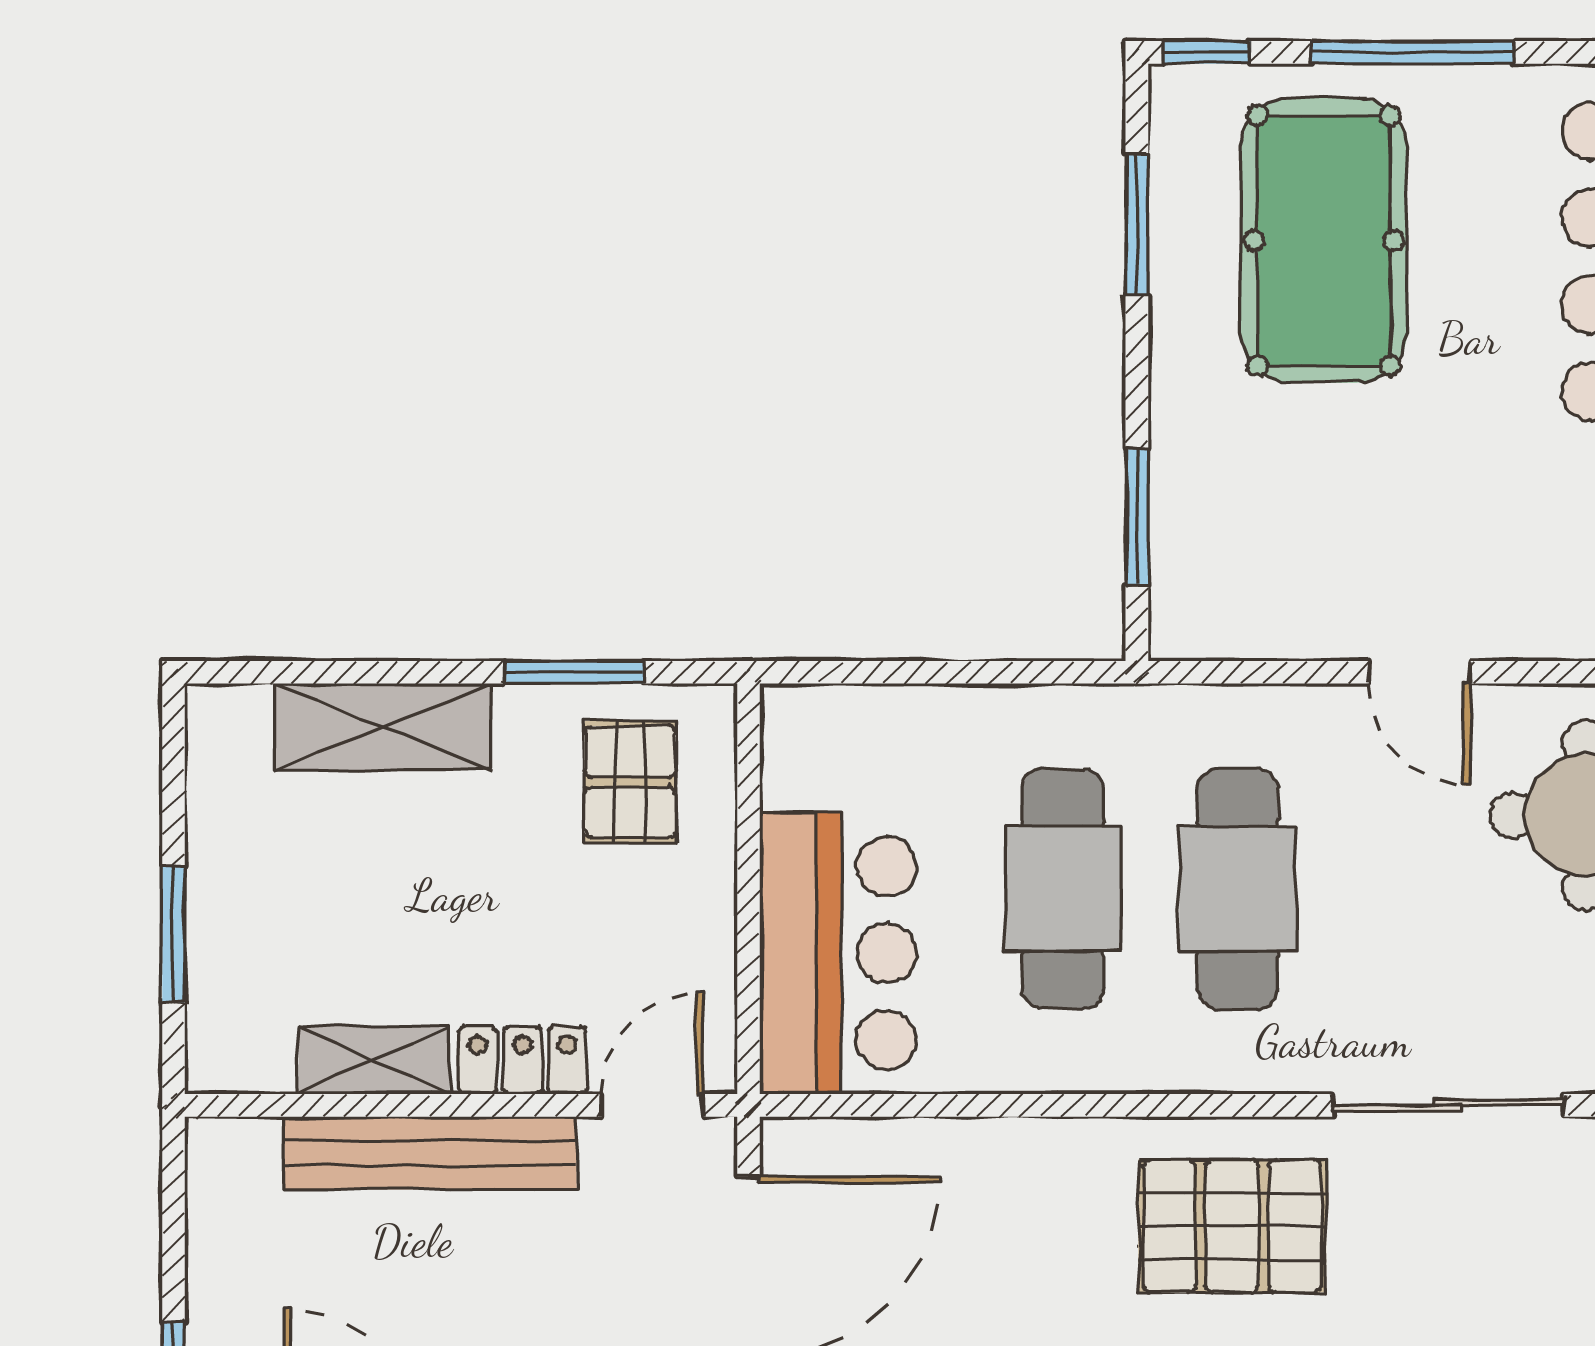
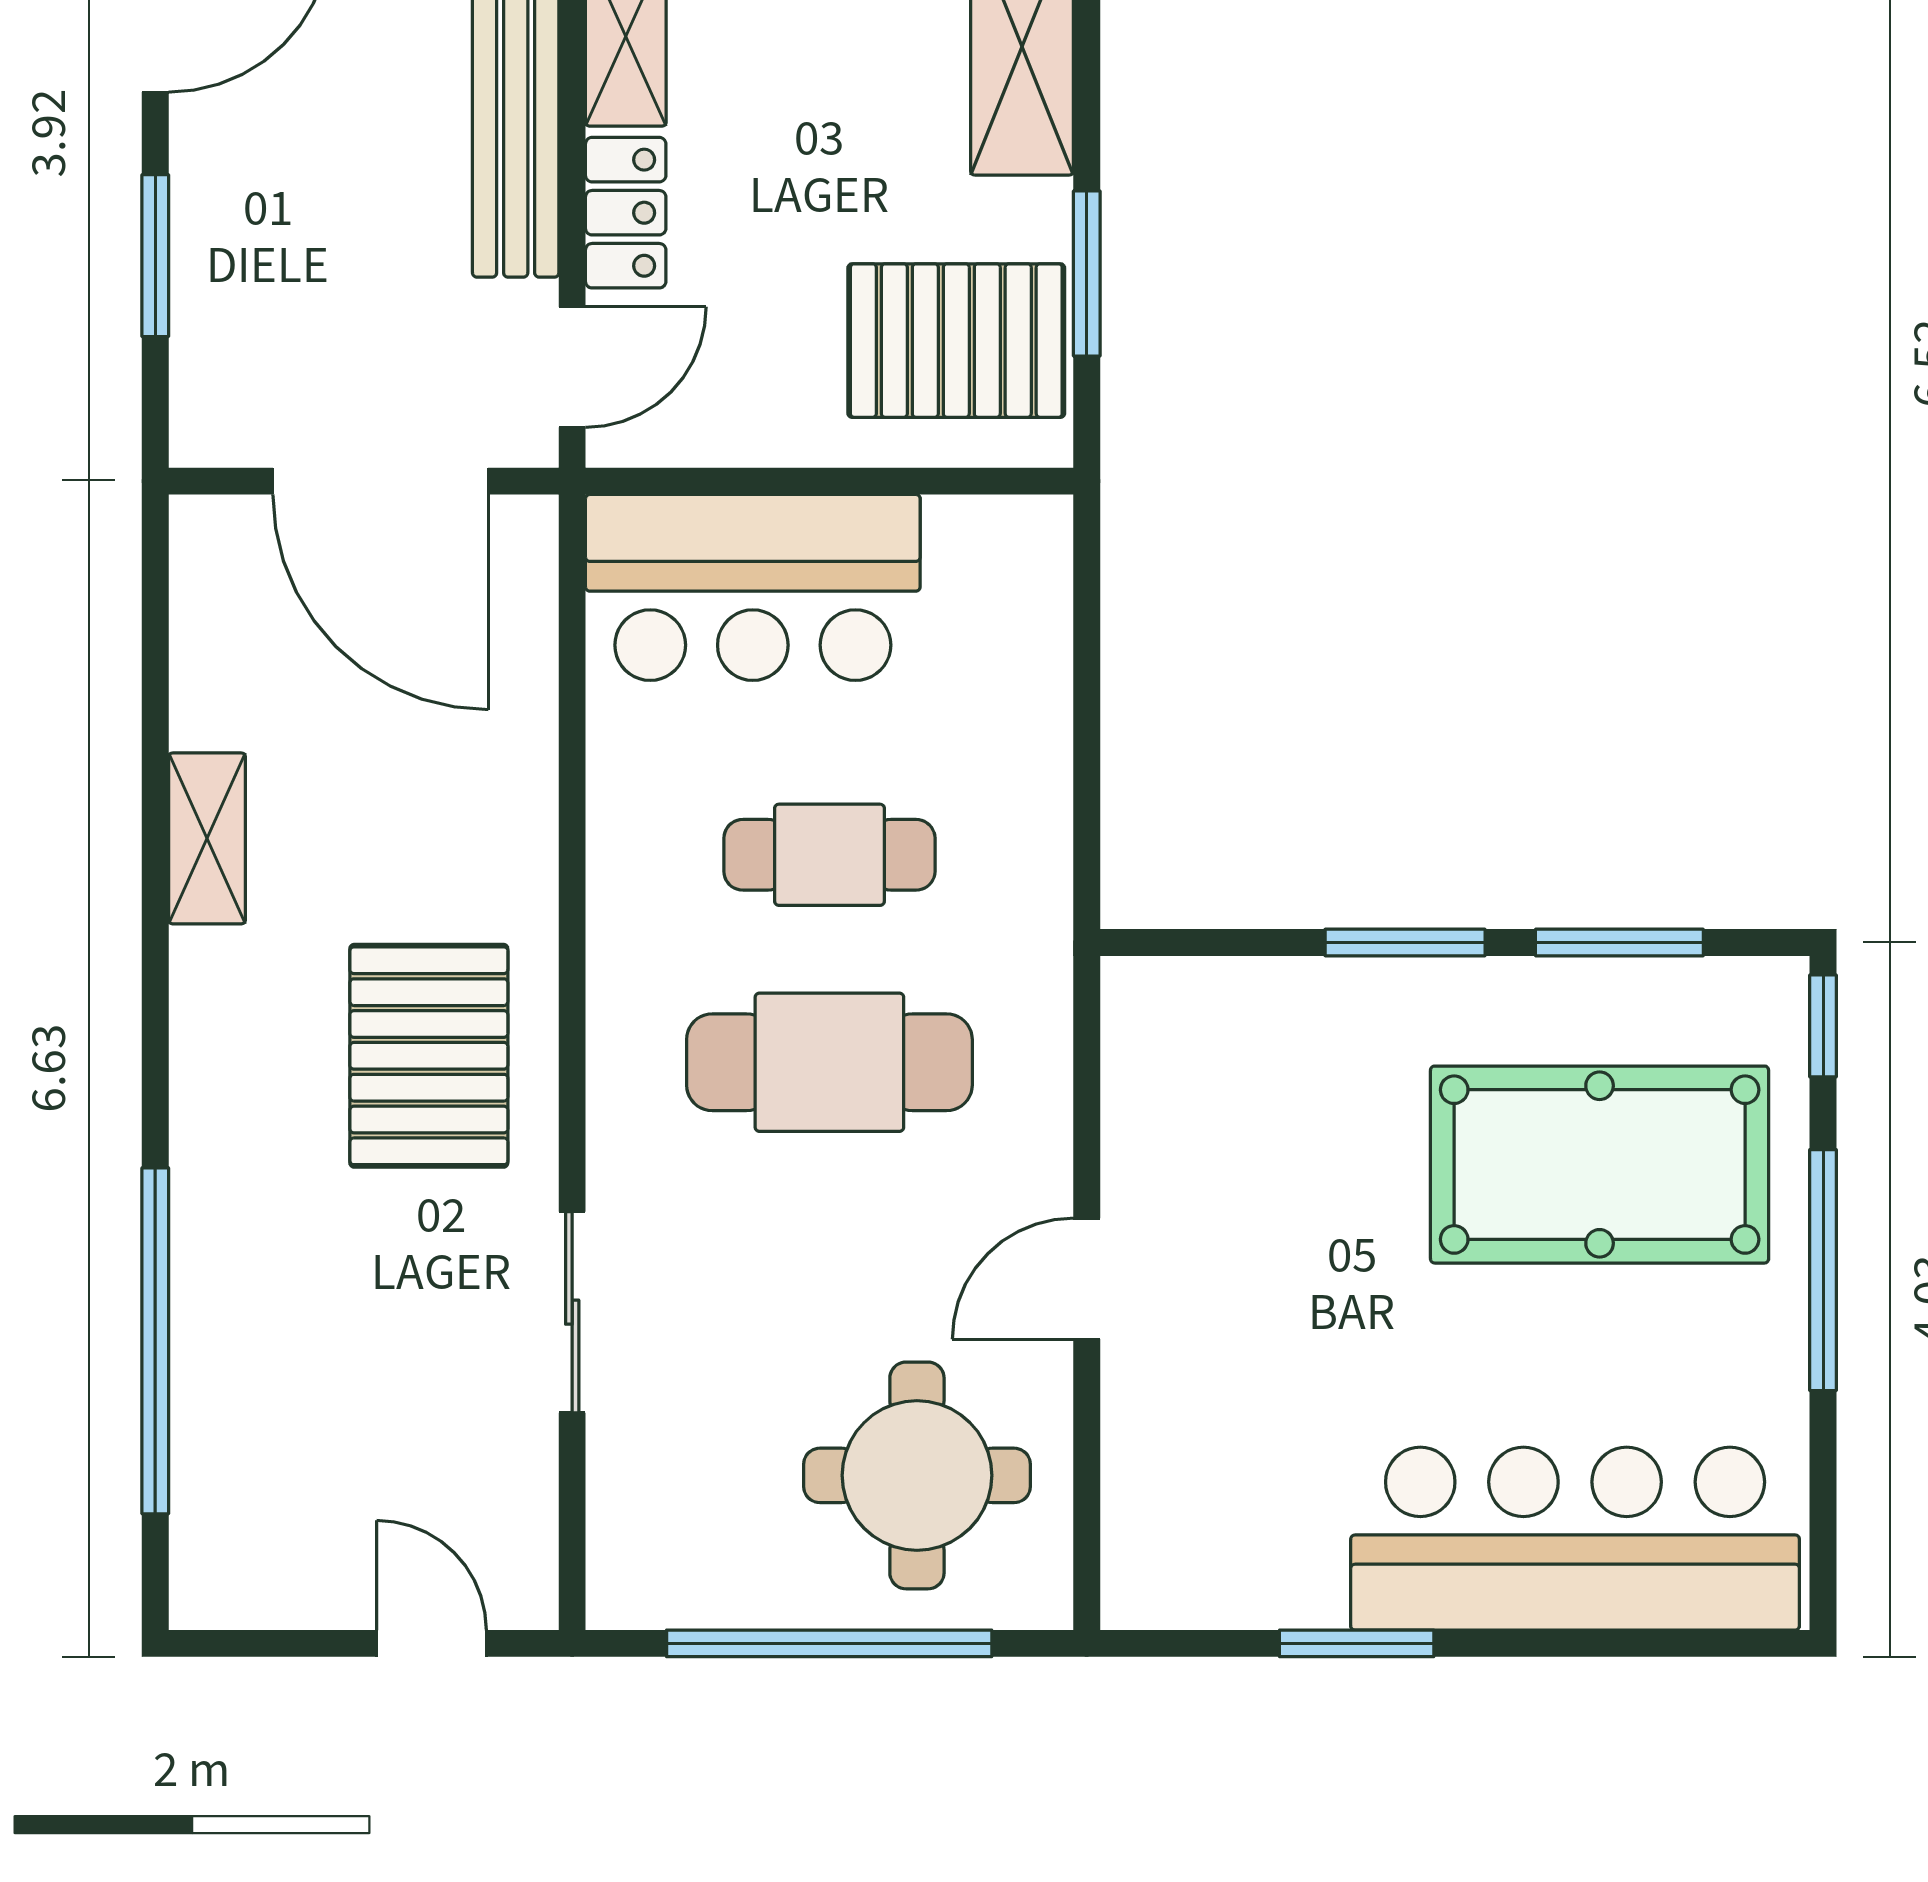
window: (1137, 517) -> (1405, 942), moved
pallet: (630, 782) -> (956, 341), width x1.50, depth x1.42
cafe table: (1063, 889) -> (829, 855), width x0.73, depth x0.74
door: (652, 1105) -> (572, 367), hinge flipped
sliding door: (1448, 1105) -> (572, 1312), width x0.73

